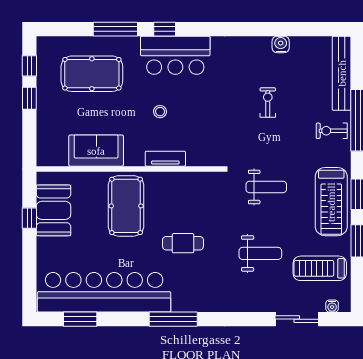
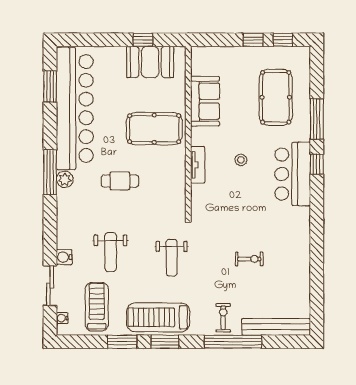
water cooler: (281, 44) -> (64, 257), moved, turned 180
cafe table: (183, 243) -> (120, 181), turned 90
plant: (181, 303) -> (65, 179), added

